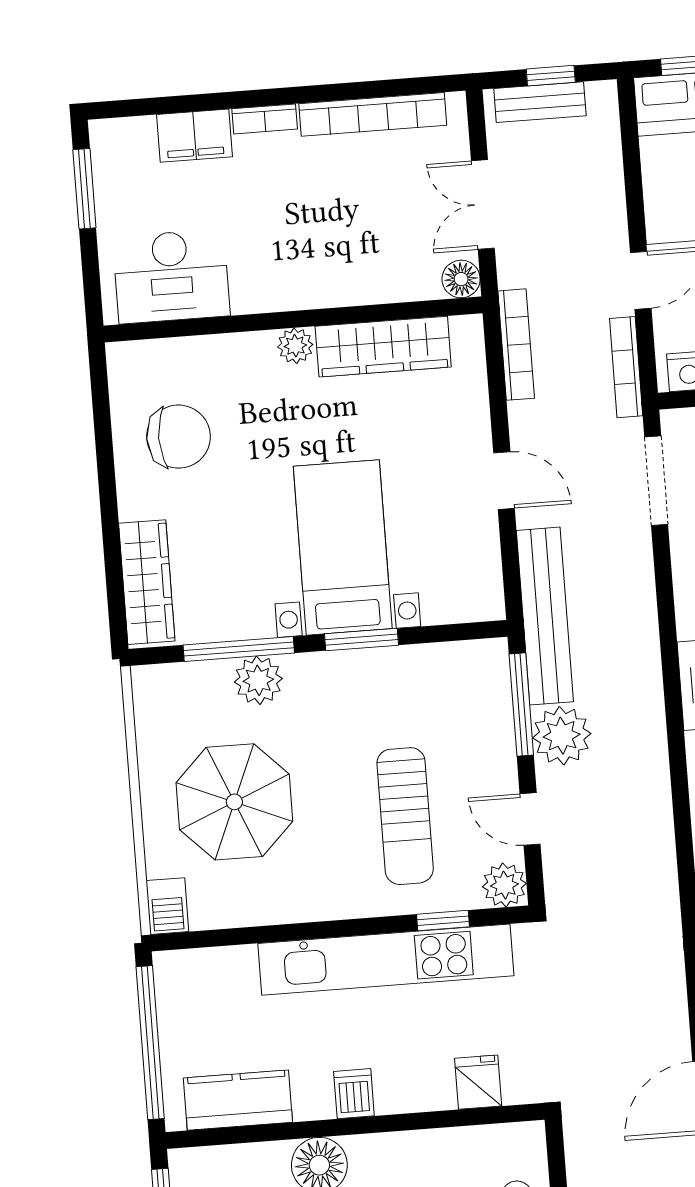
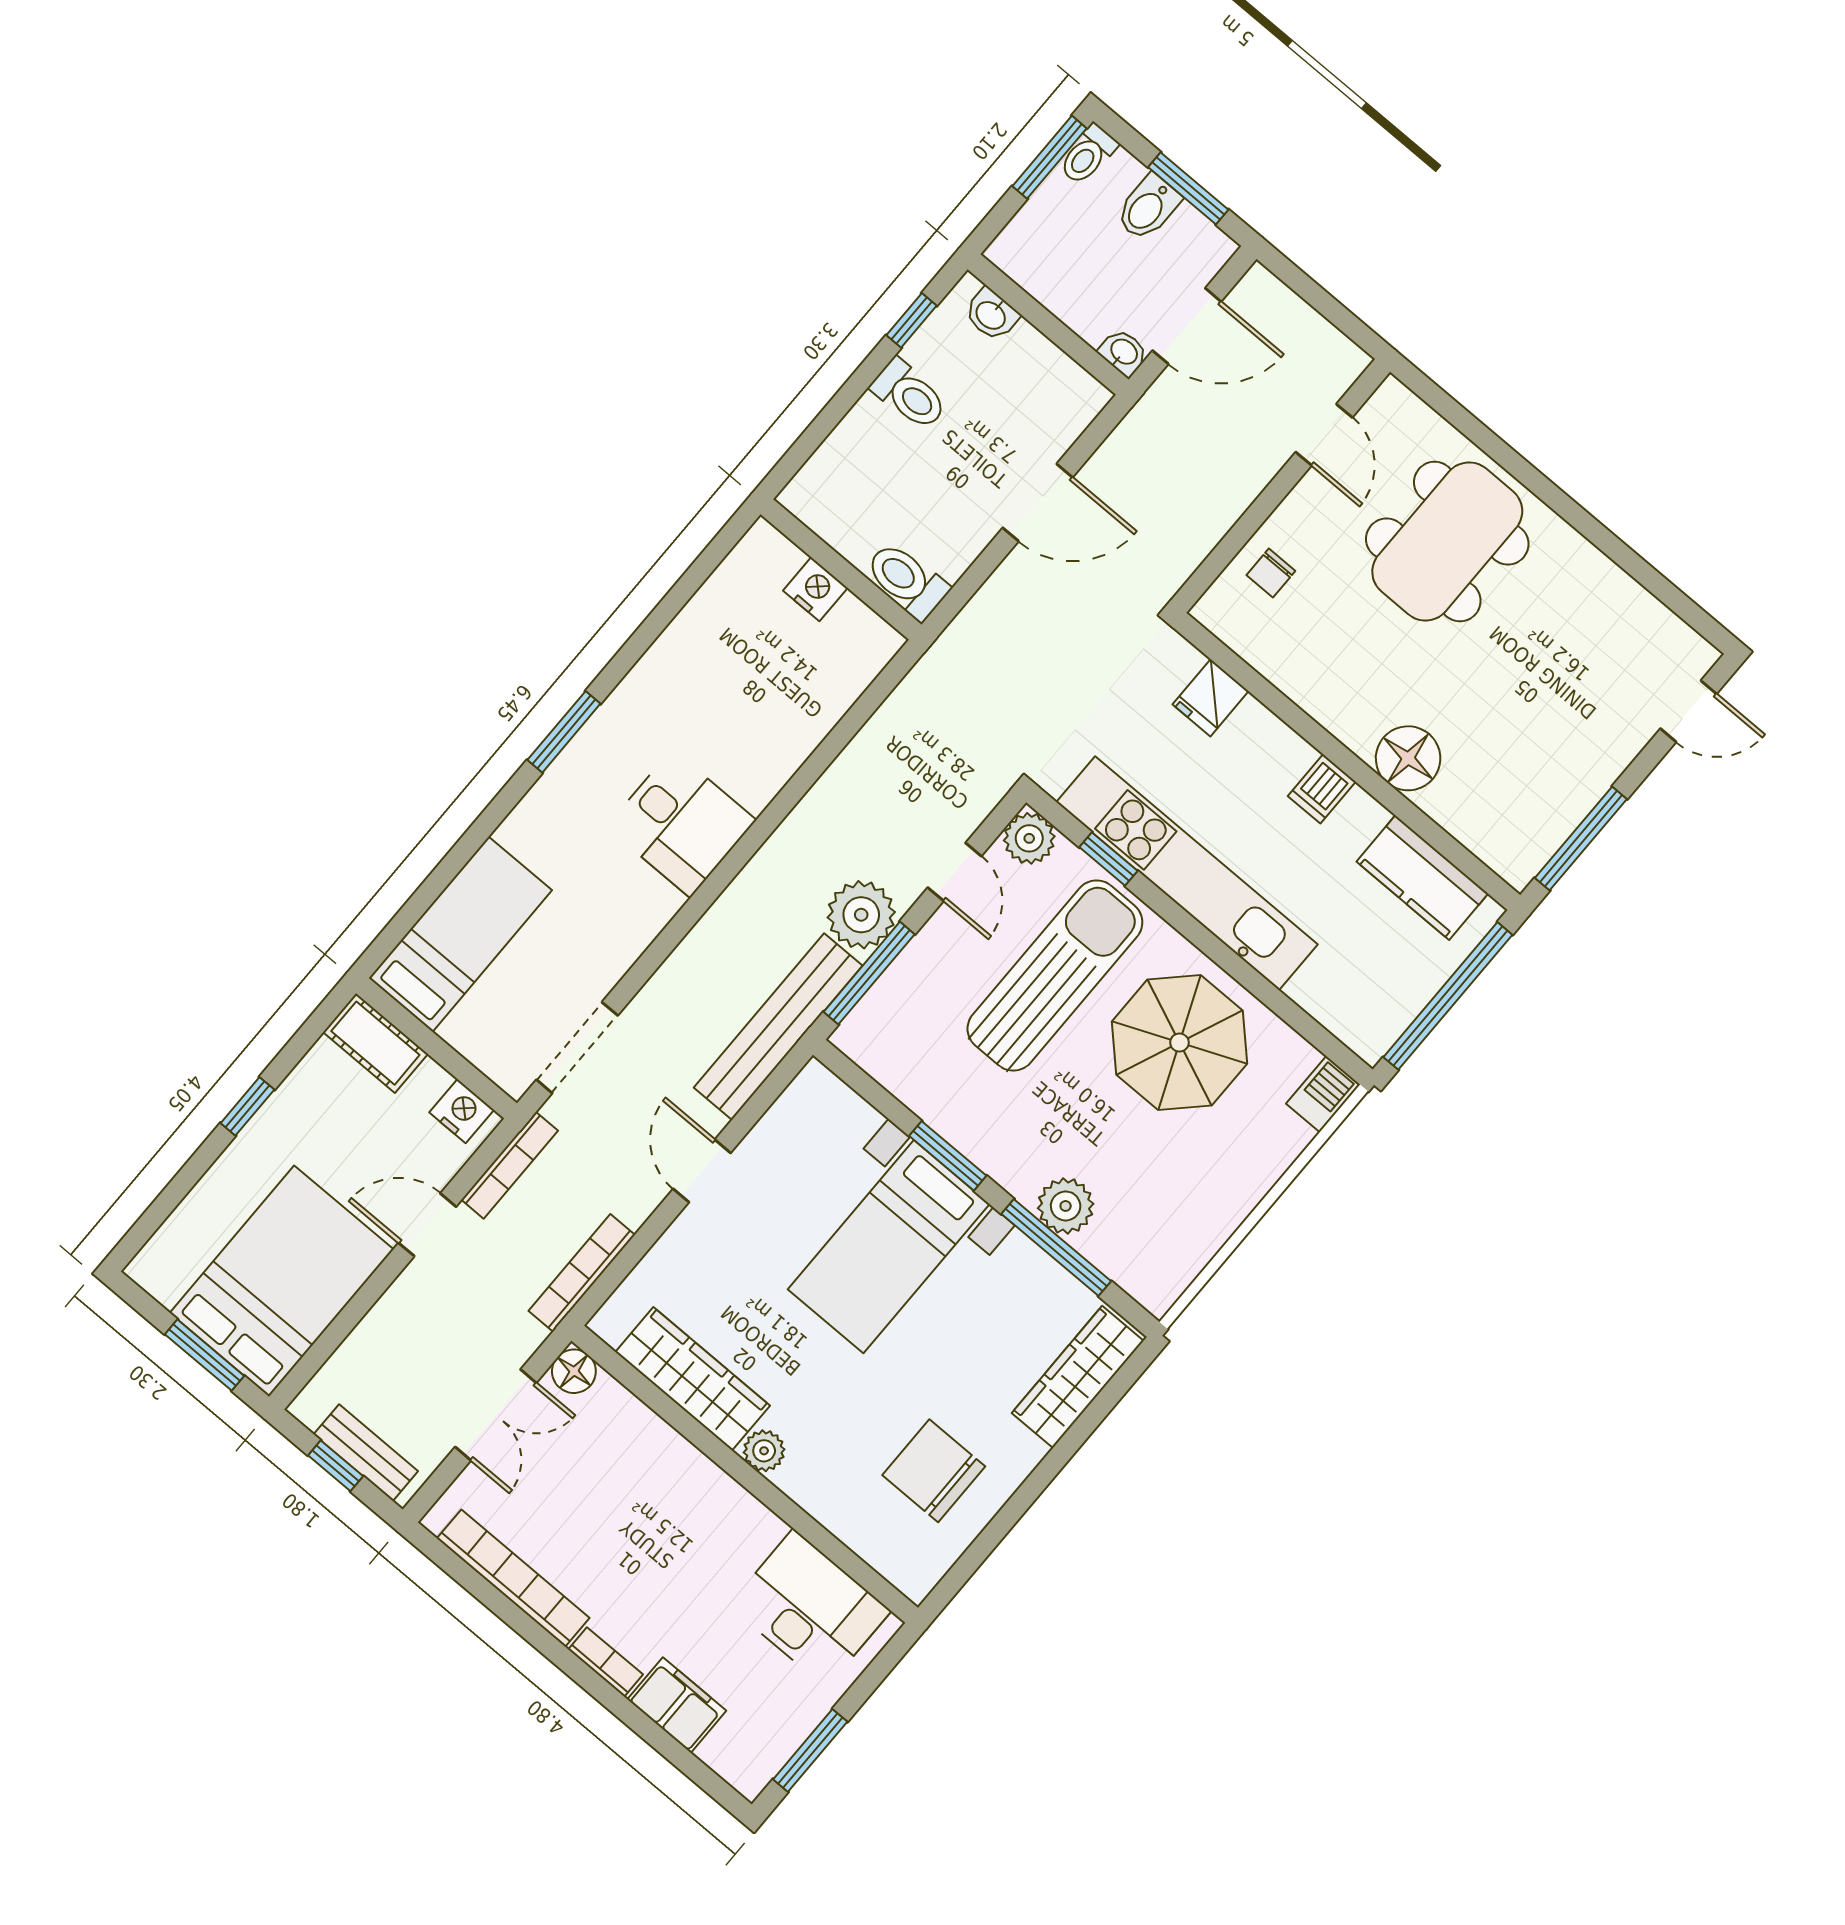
parasol: (234, 802) -> (1179, 1043), moved
sun lounger: (405, 816) -> (1055, 976), width x1.36, depth x1.34

